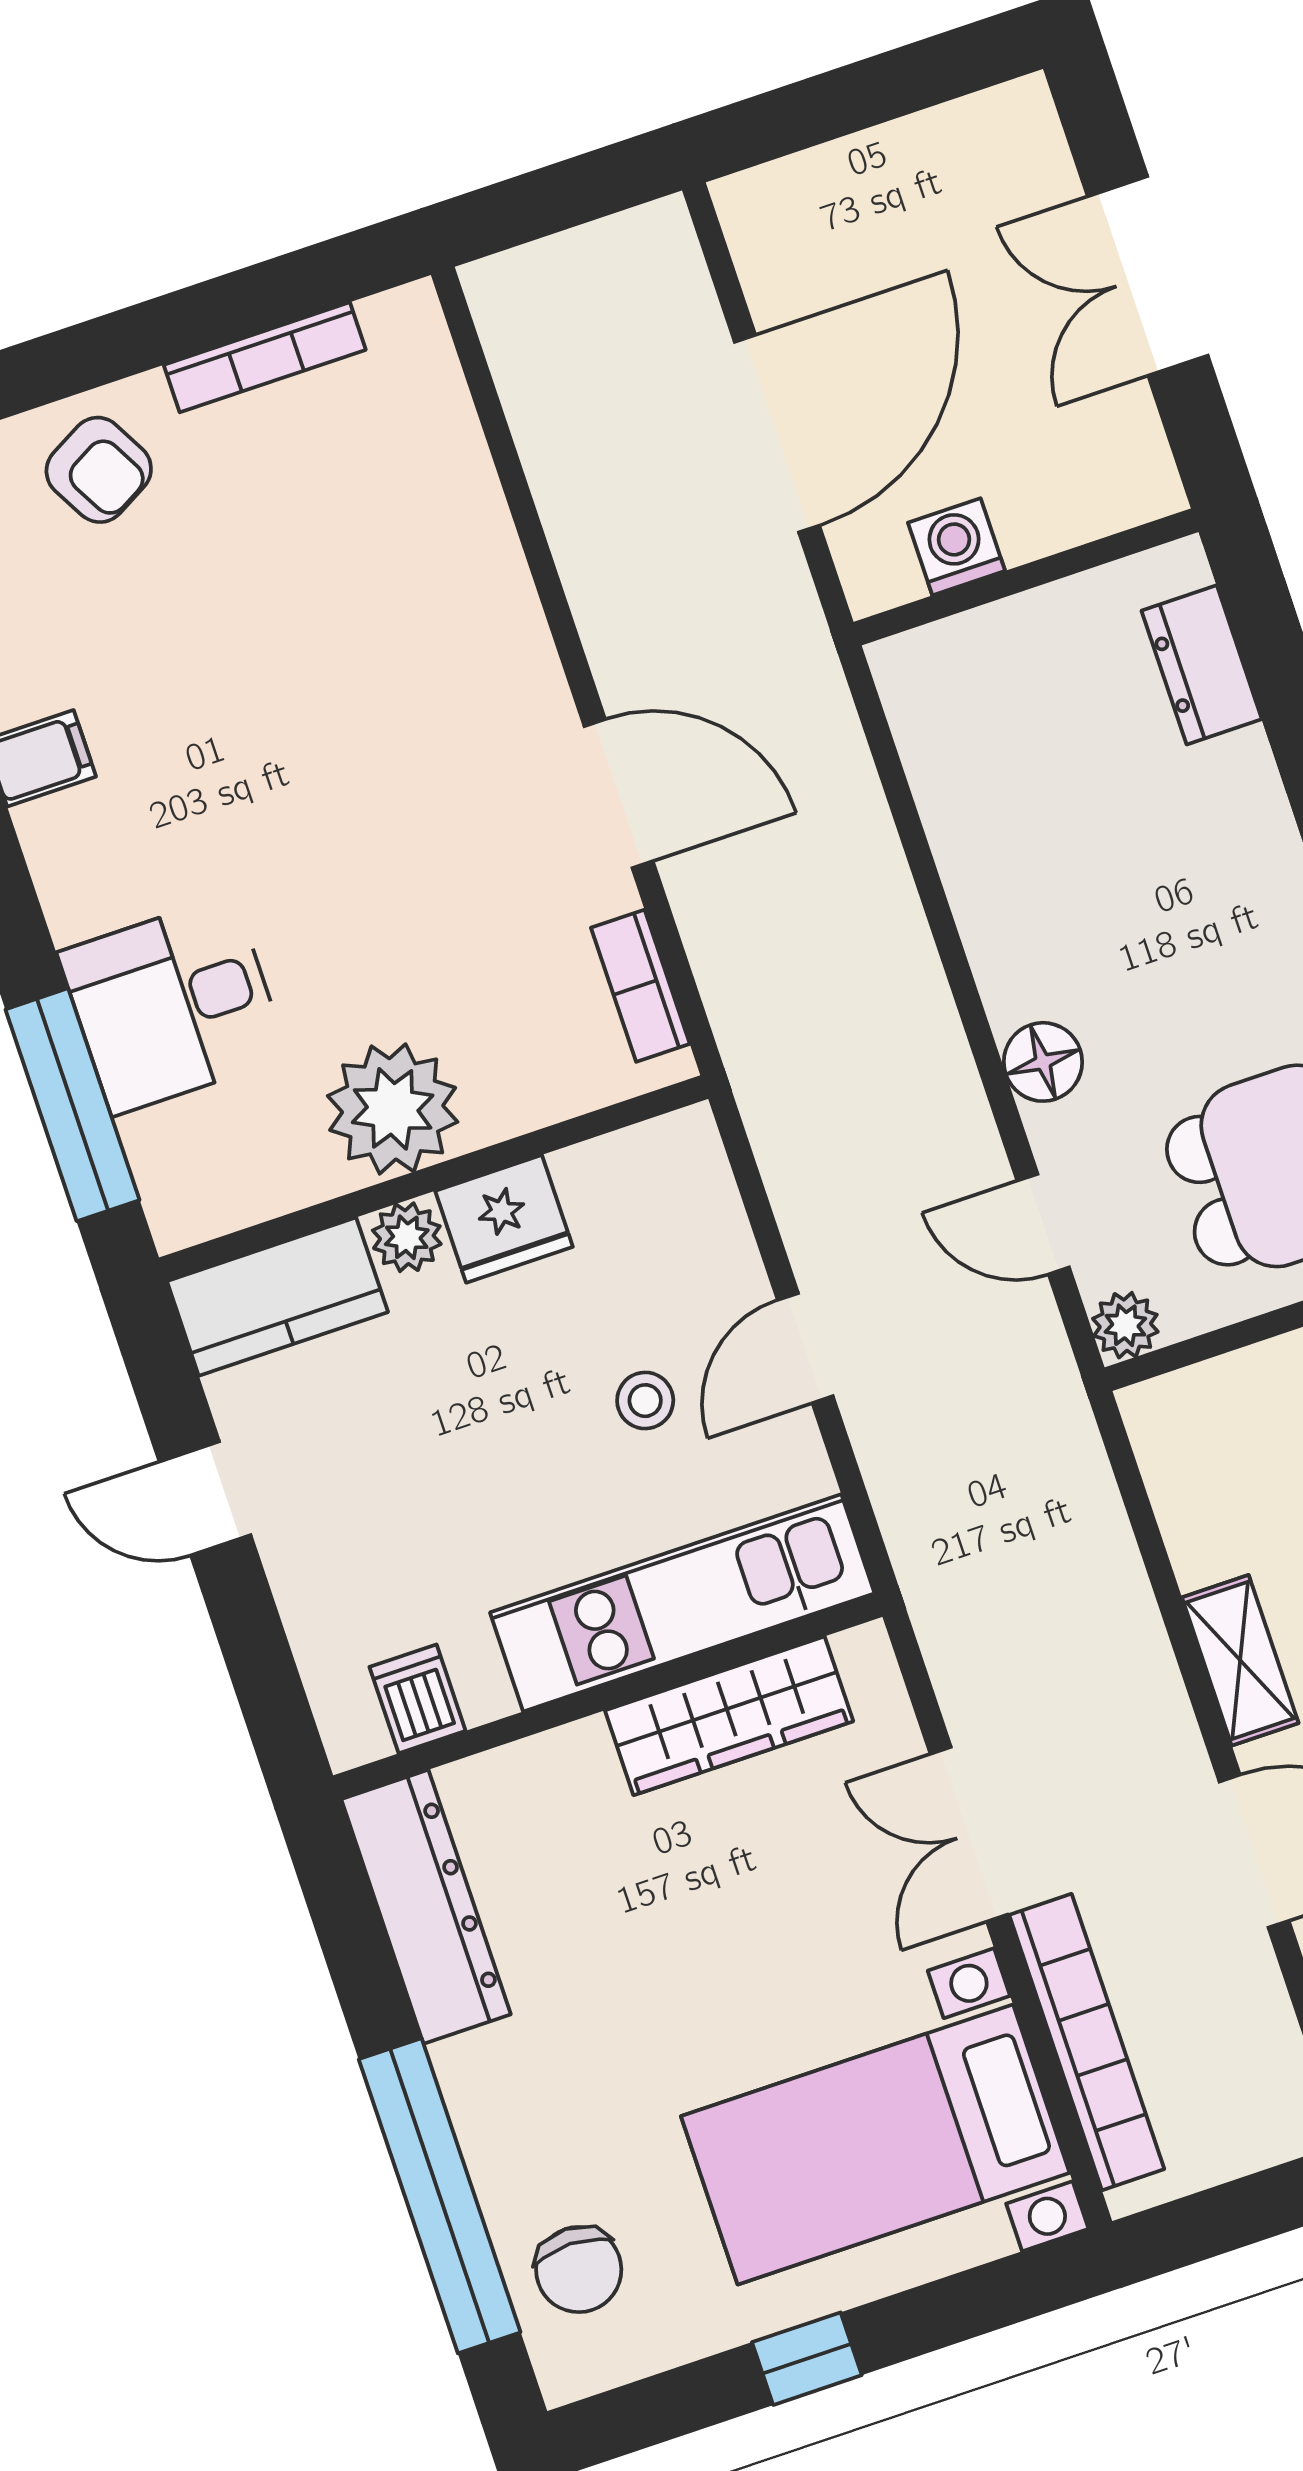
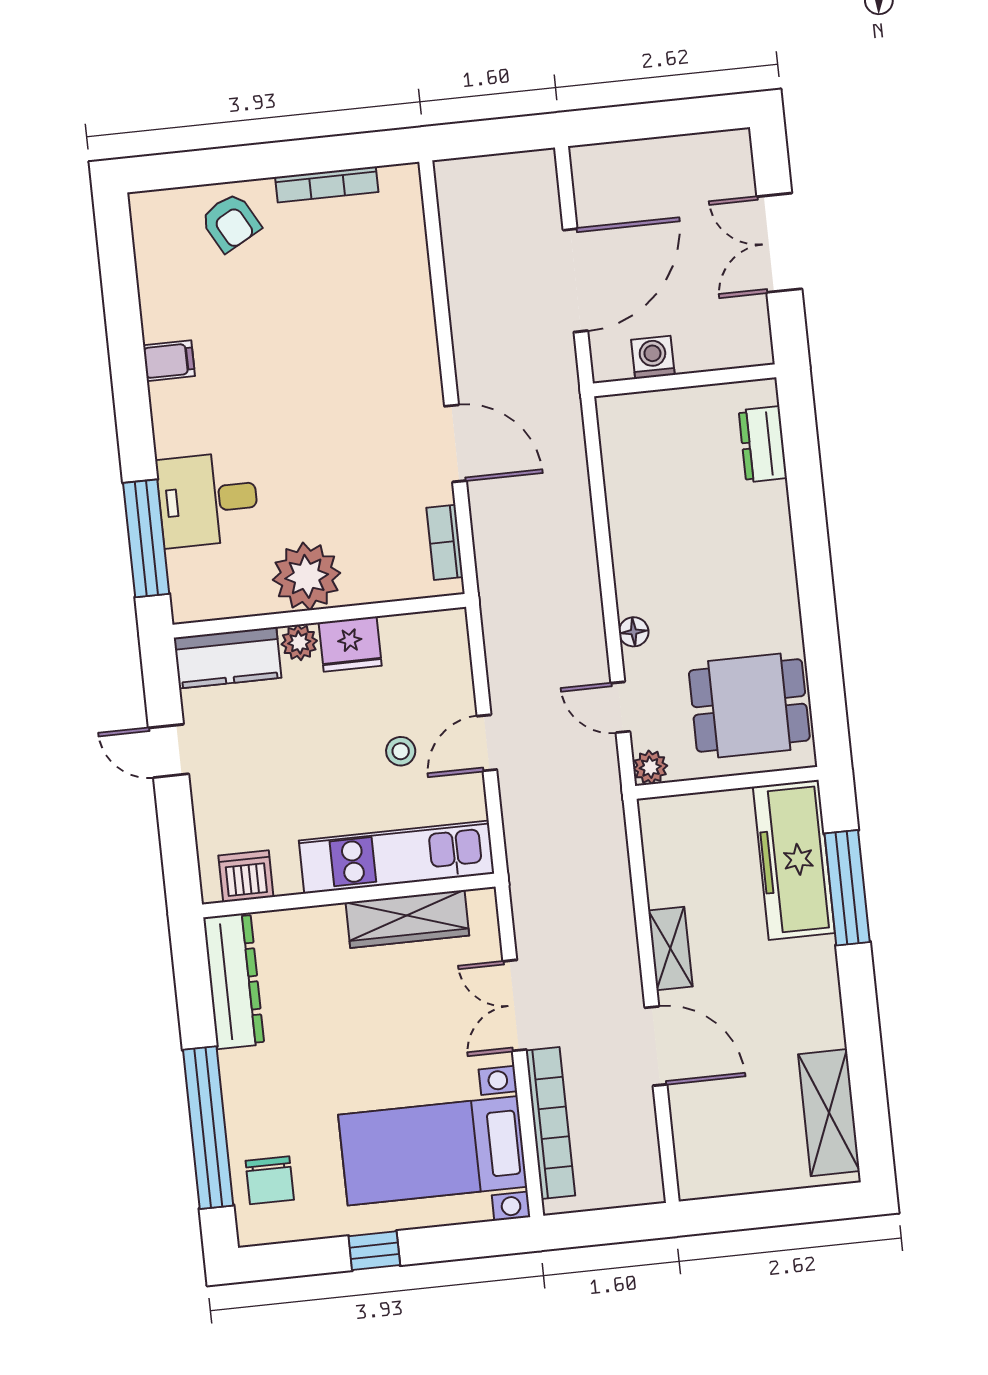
floor lamp: (1043, 1062) -> (634, 632), width x0.73, depth x0.73
dishwasher: (418, 1699) -> (246, 876), width x1.38

